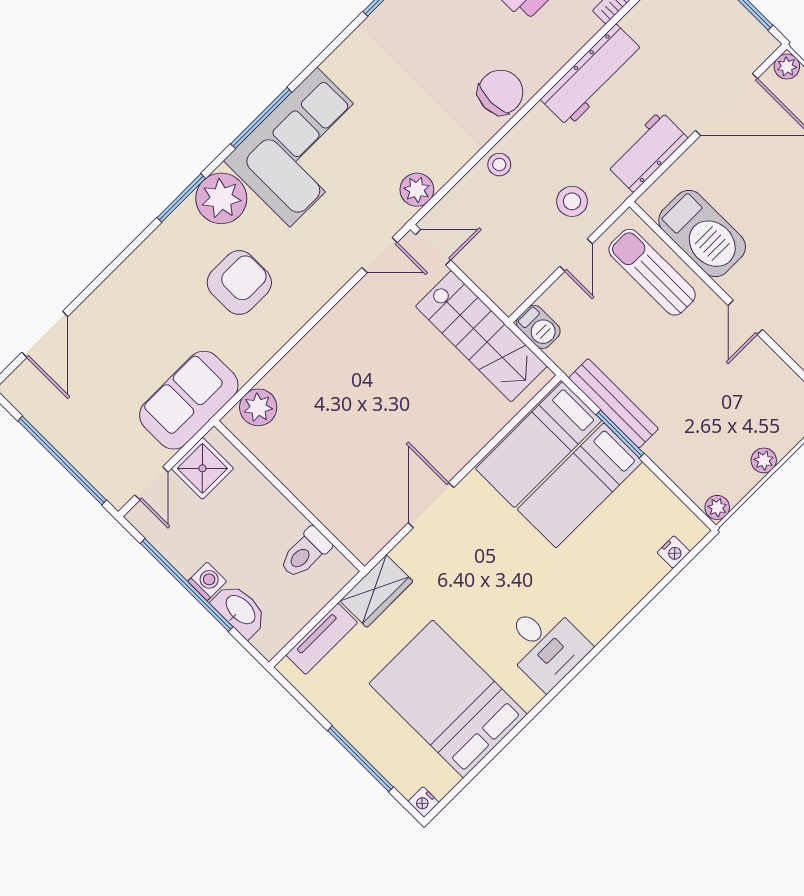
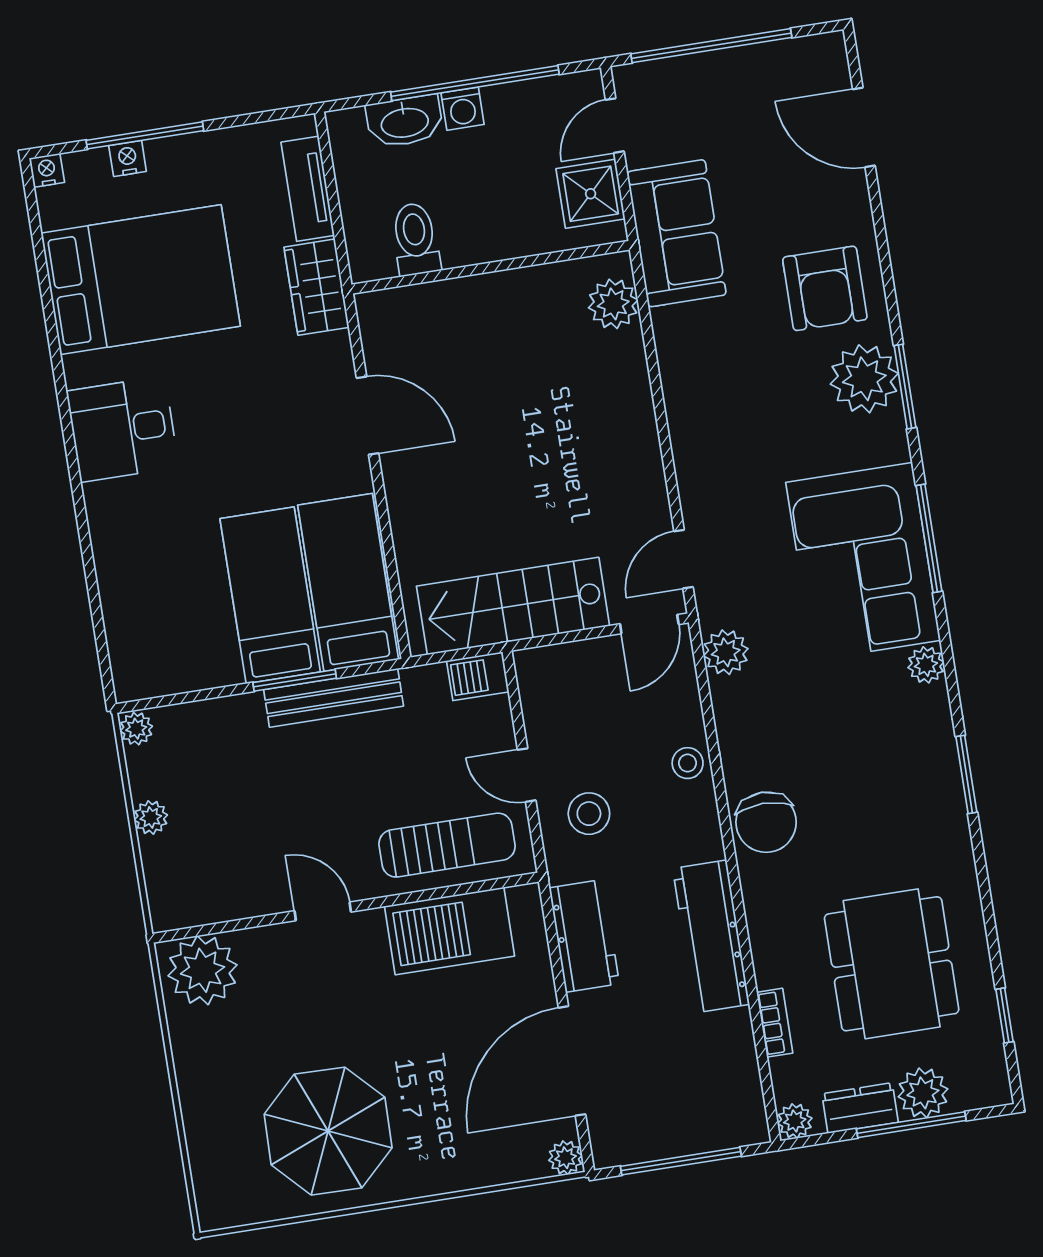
plant: (338, 65) -> (926, 665), added
plant: (221, 198) -> (864, 379), moved
armchair: (239, 282) -> (825, 288), moved
door: (151, 483) -> (615, 126), hinge flipped
nightstand: (673, 552) -> (128, 158), moved, turned 90

